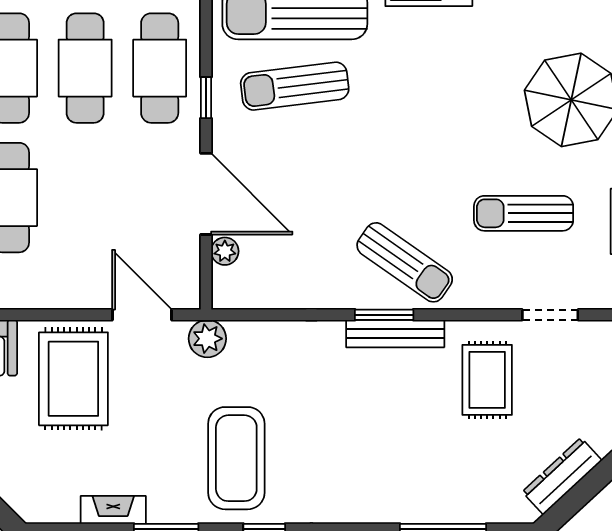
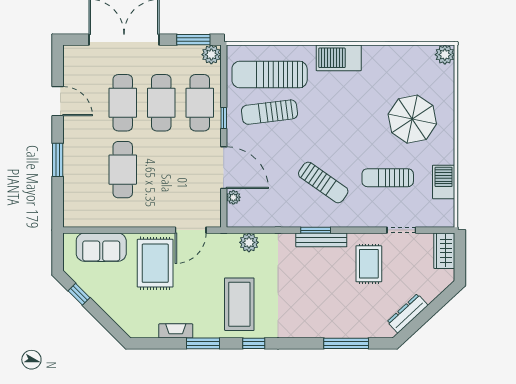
sun lounger: (405, 262) -> (323, 183), moved
door: (142, 315) -> (191, 230), swing flipped
plant: (207, 339) -> (249, 242), moved

